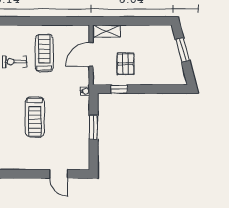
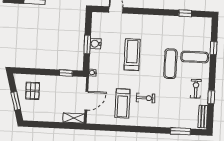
pallet: (126, 64) -> (33, 91), moved
water cooler: (83, 129) -> (96, 44), added

